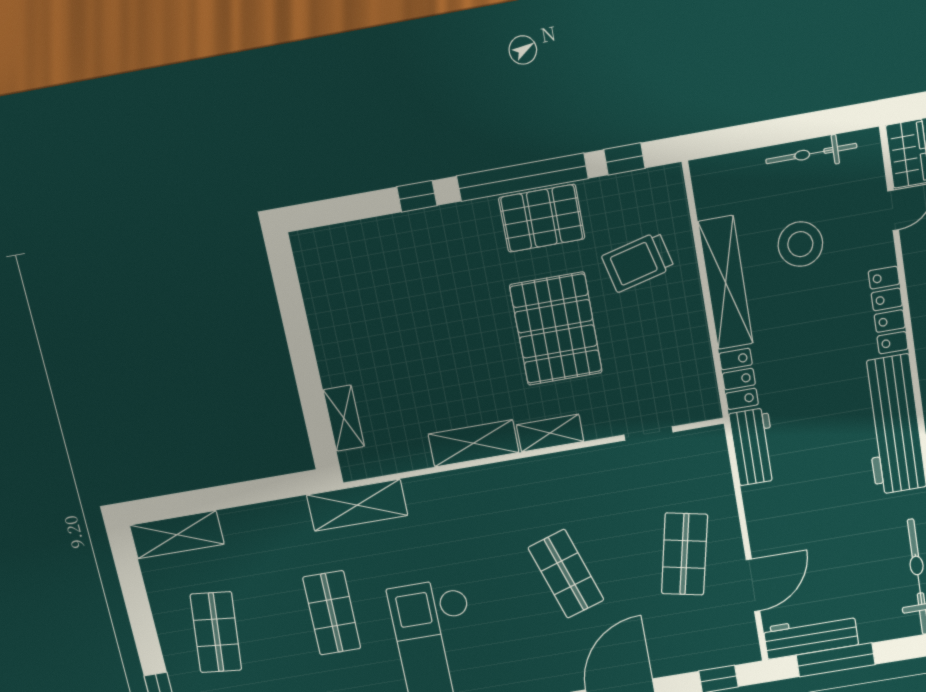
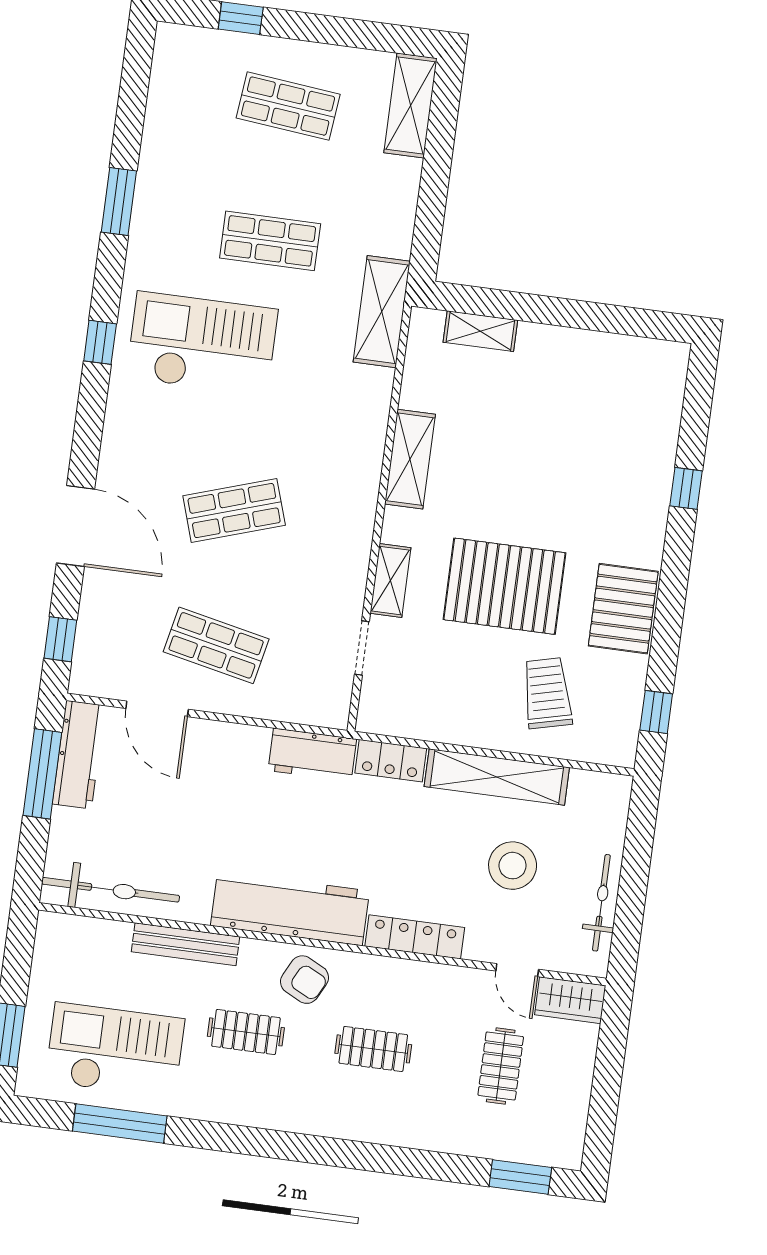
window: (522, 177) -> (671, 602), removed
shelving: (550, 433) -> (390, 581), moved

